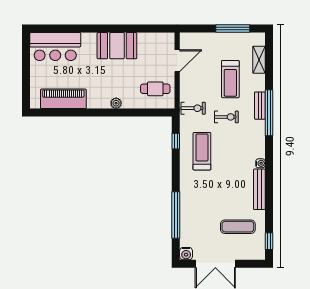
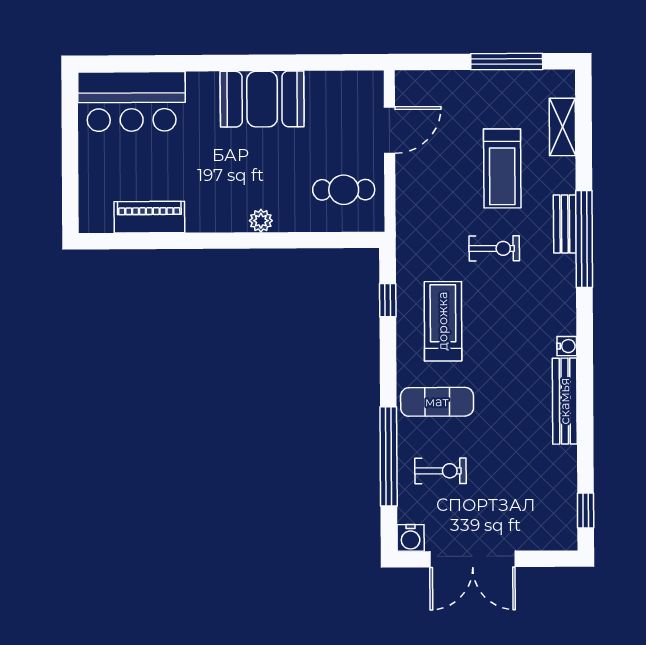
piano: (63, 99) -> (149, 217), width x0.73, depth x0.75
exercise bike: (193, 108) -> (441, 471), moved
exercise mat: (238, 227) -> (437, 402), moved

